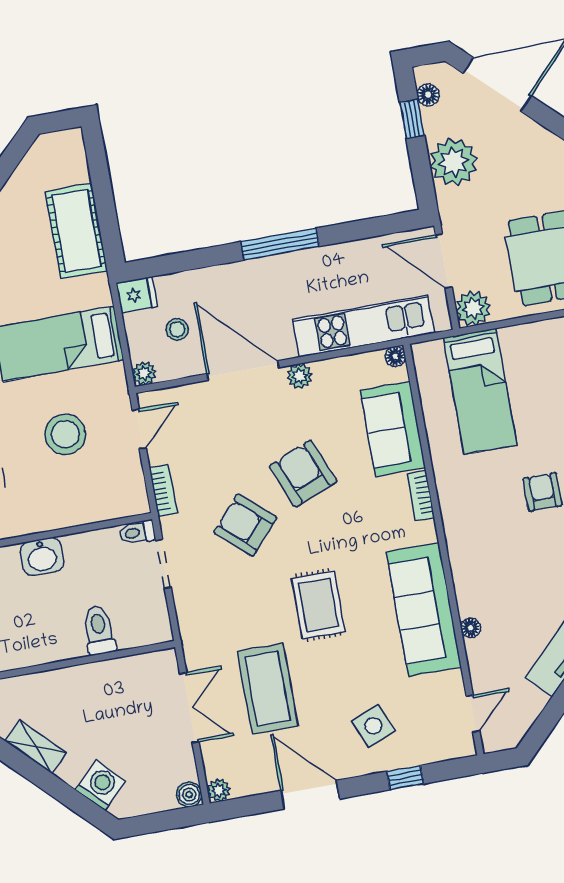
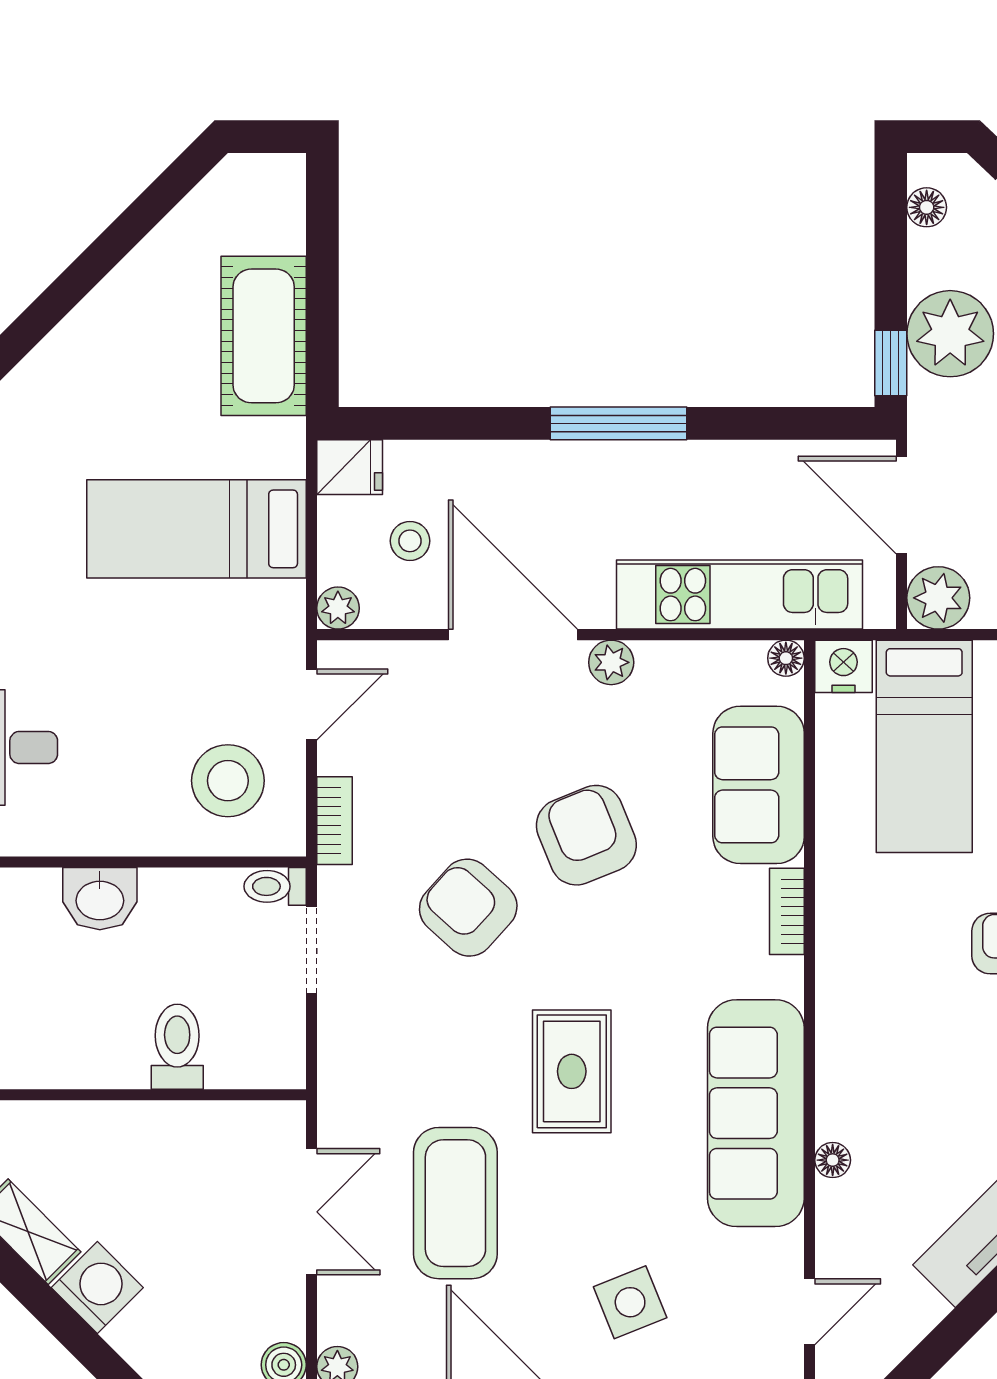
window: (412, 119) -> (891, 363), moved
nightstand: (428, 355) -> (843, 666), added
stool: (65, 434) -> (228, 781), moved
washing machine: (100, 785) -> (97, 1288), moved

